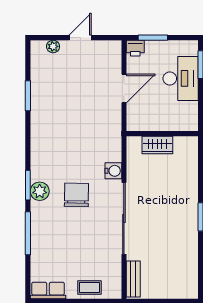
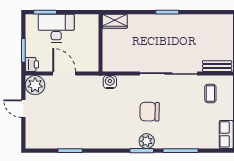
plant: (53, 46) -> (35, 85), moved, width x1.88, depth x1.88
wardrobe: (157, 145) -> (115, 21), moved, turned 90
water cooler: (113, 171) -> (110, 82), moved
coffee table: (89, 287) -> (210, 93), moved

